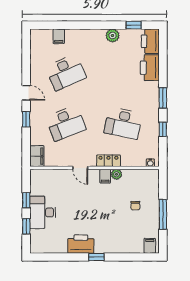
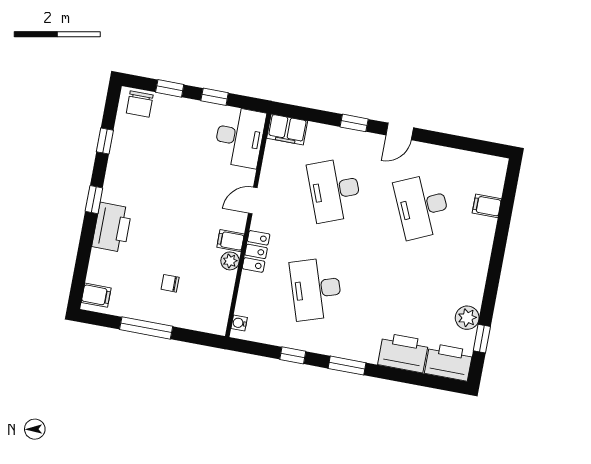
plant: (113, 36) -> (467, 318), moved
desk: (123, 123) -> (316, 289), turned -30
desk: (43, 212) -> (240, 137), moved, turned 90
chair: (38, 241) -> (140, 104), added
printer: (81, 244) -> (112, 227), moved
window: (62, 257) -> (105, 141), added

